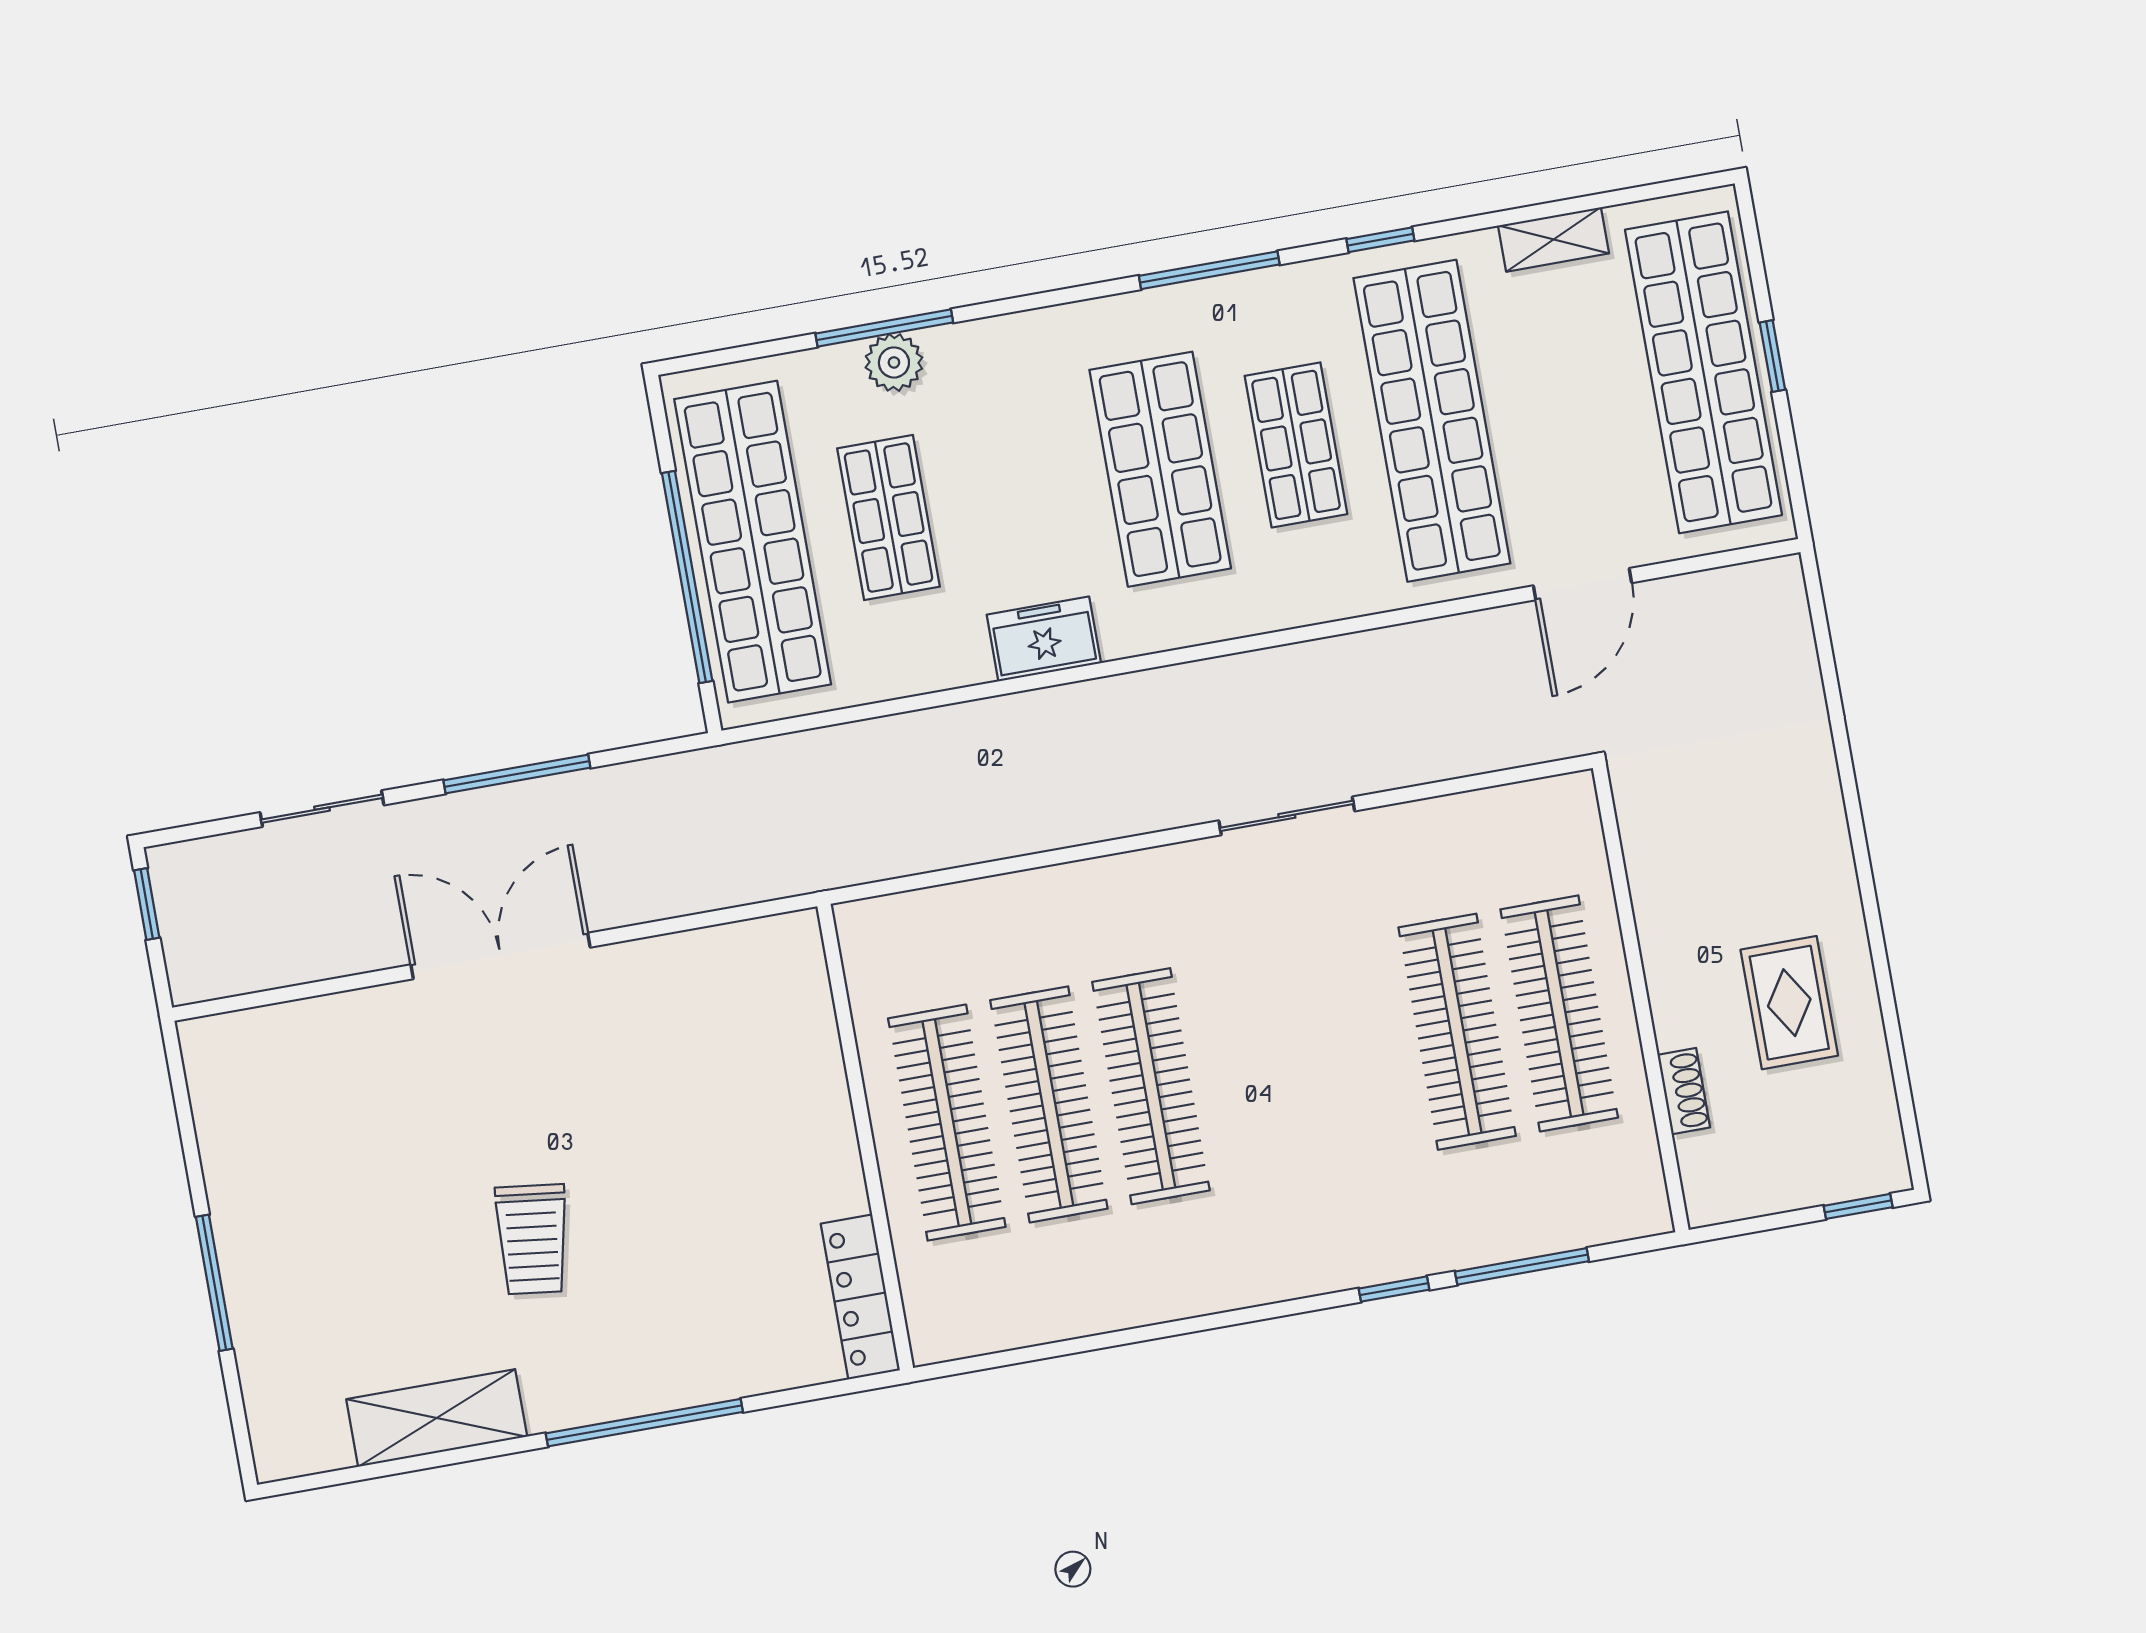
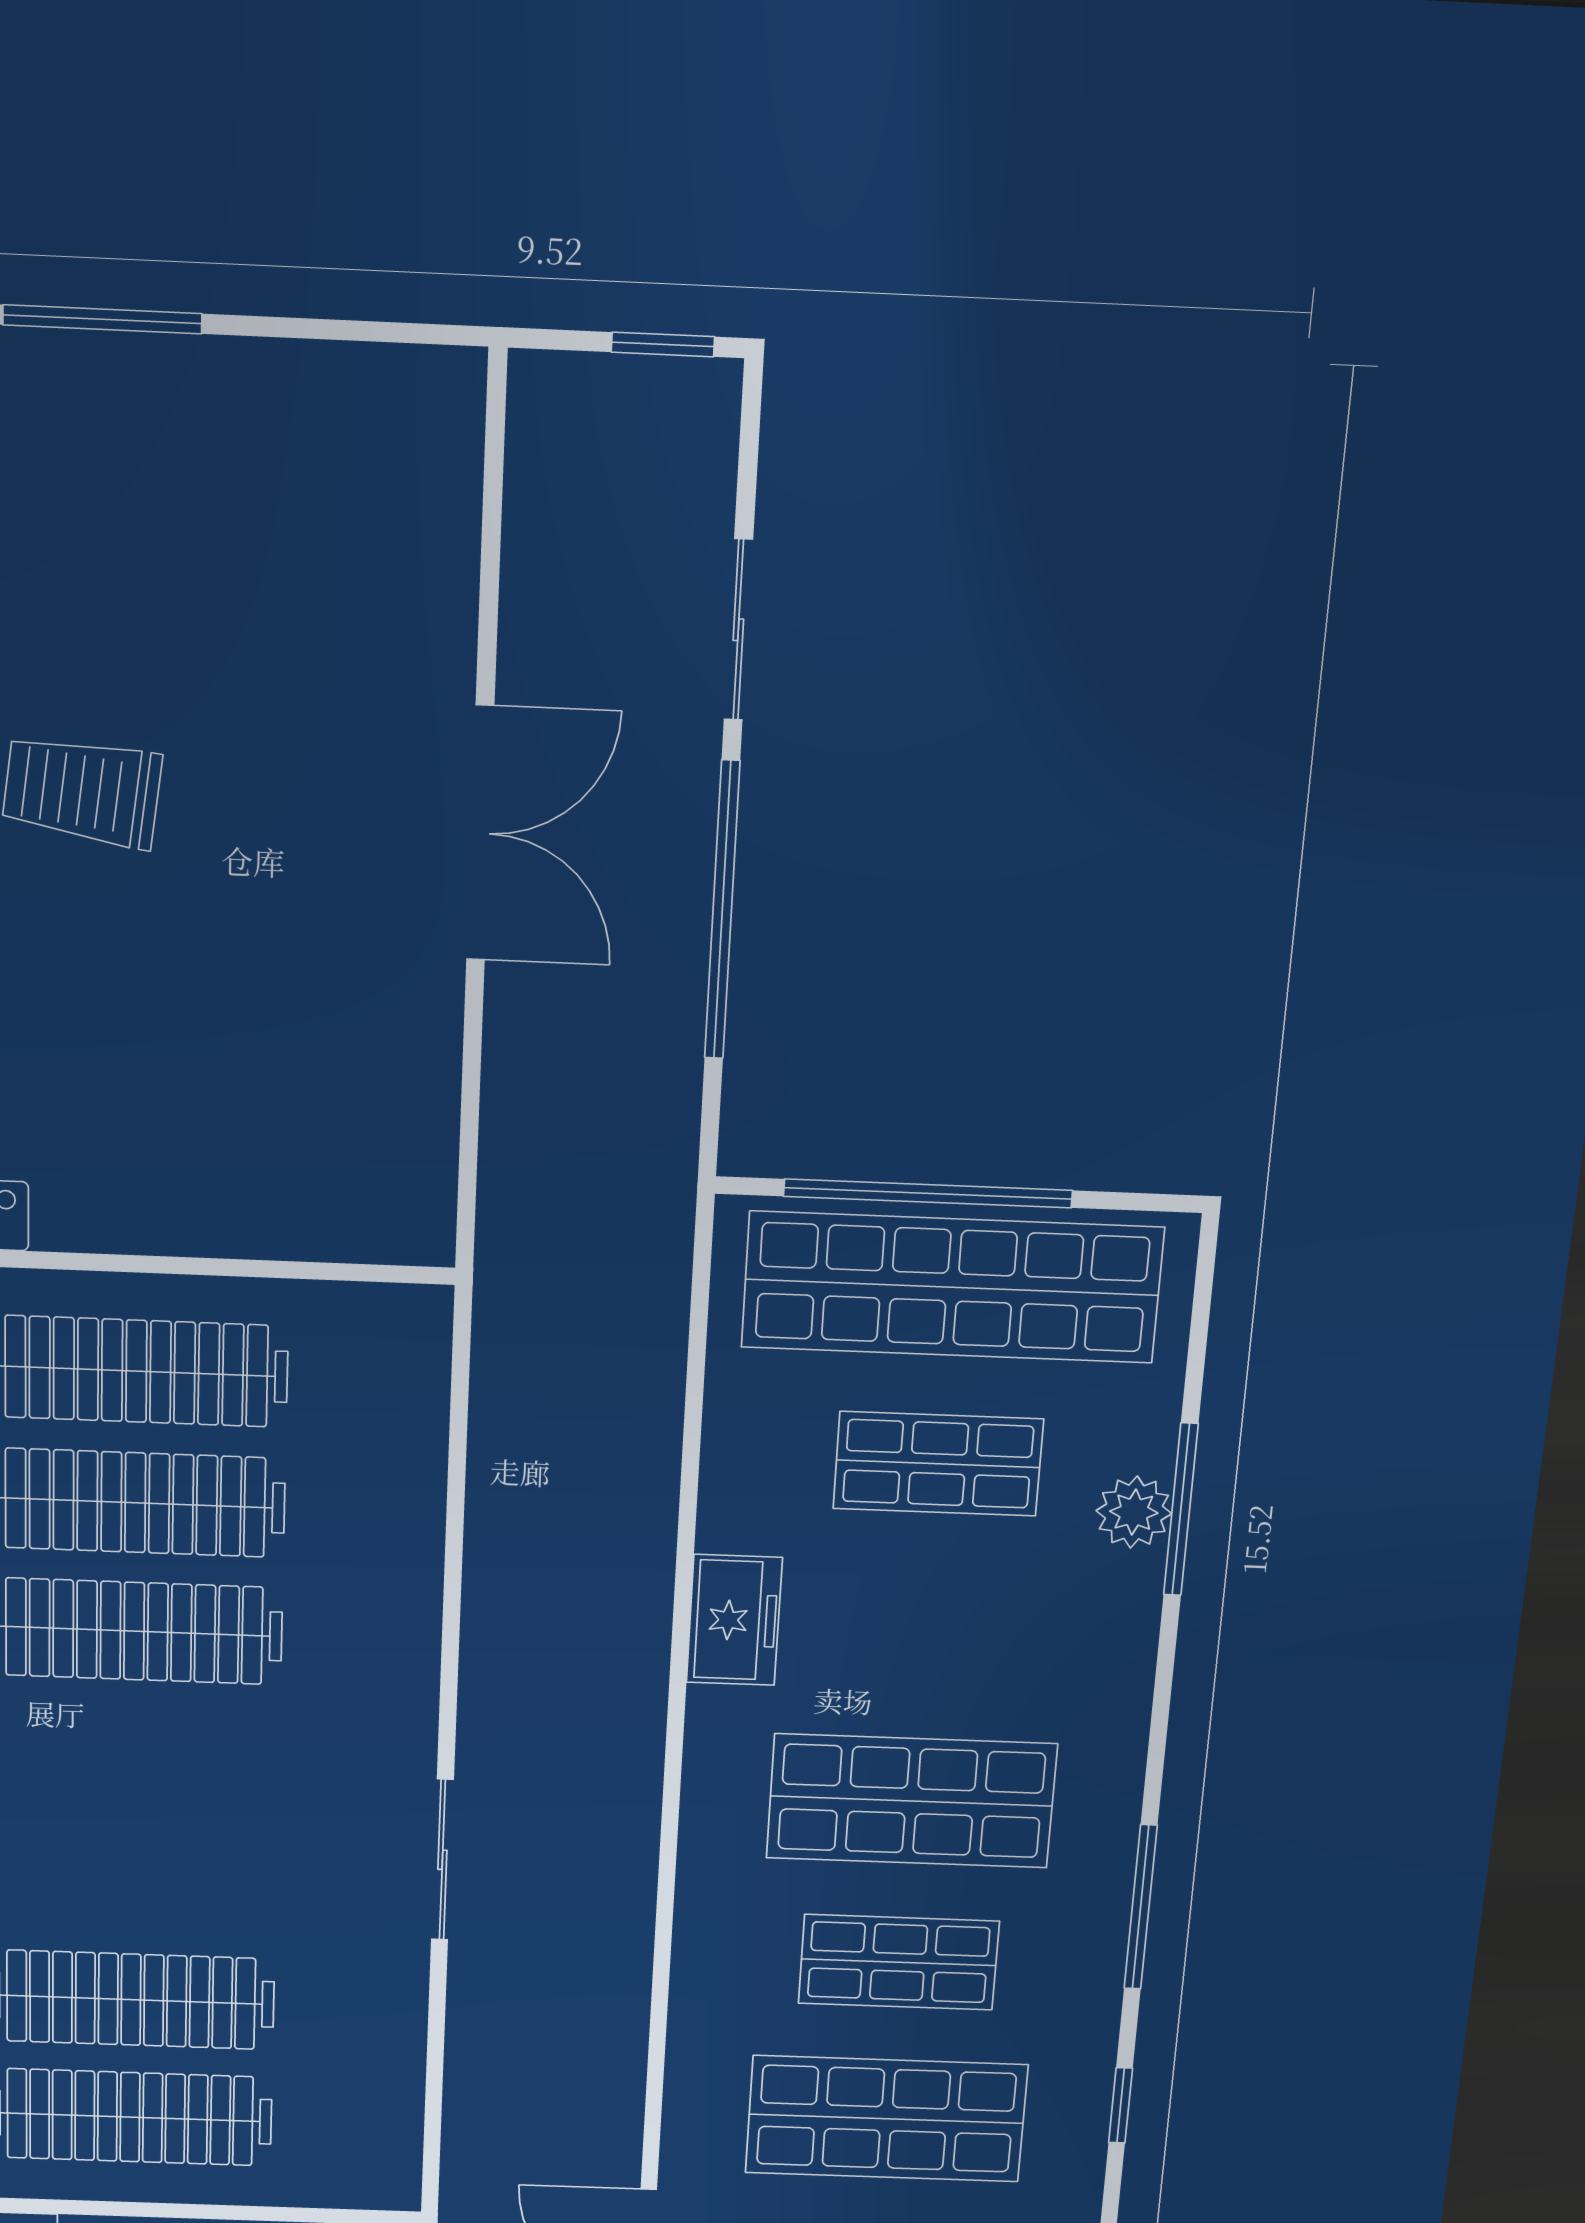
shop shelf: (1432, 421) -> (886, 2119), width x0.71
window: (517, 774) -> (722, 911), width x1.46

